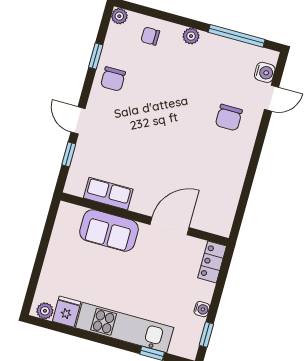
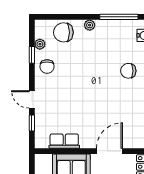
plant: (119, 16) -> (40, 44), moved
chair: (150, 36) -> (63, 32), width x1.87, depth x1.87
chair: (229, 118) -> (128, 71), turned 90

